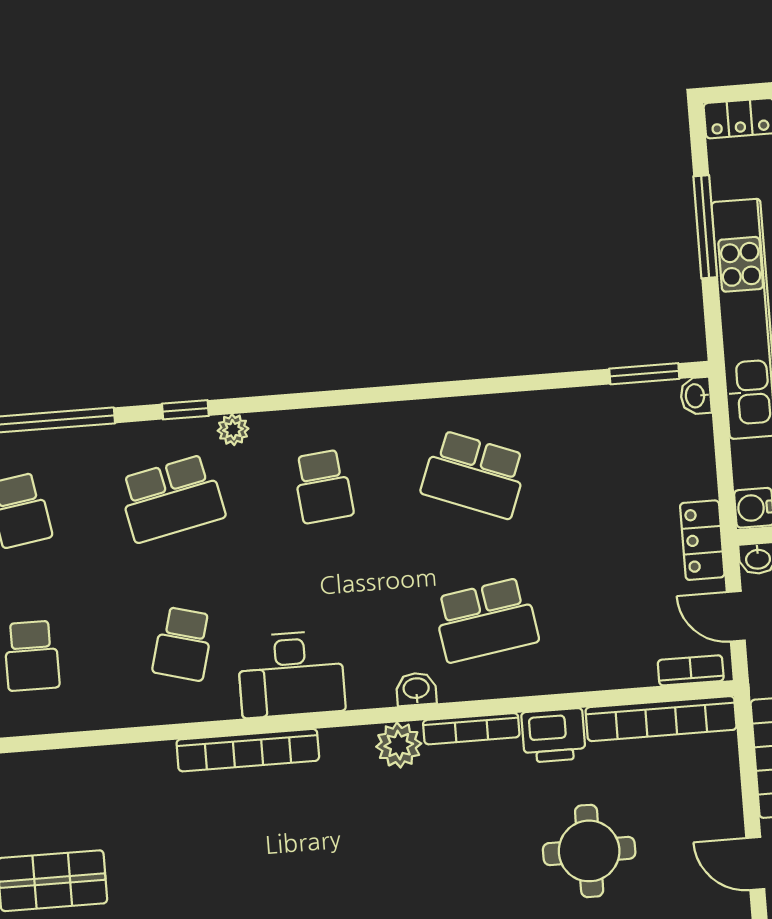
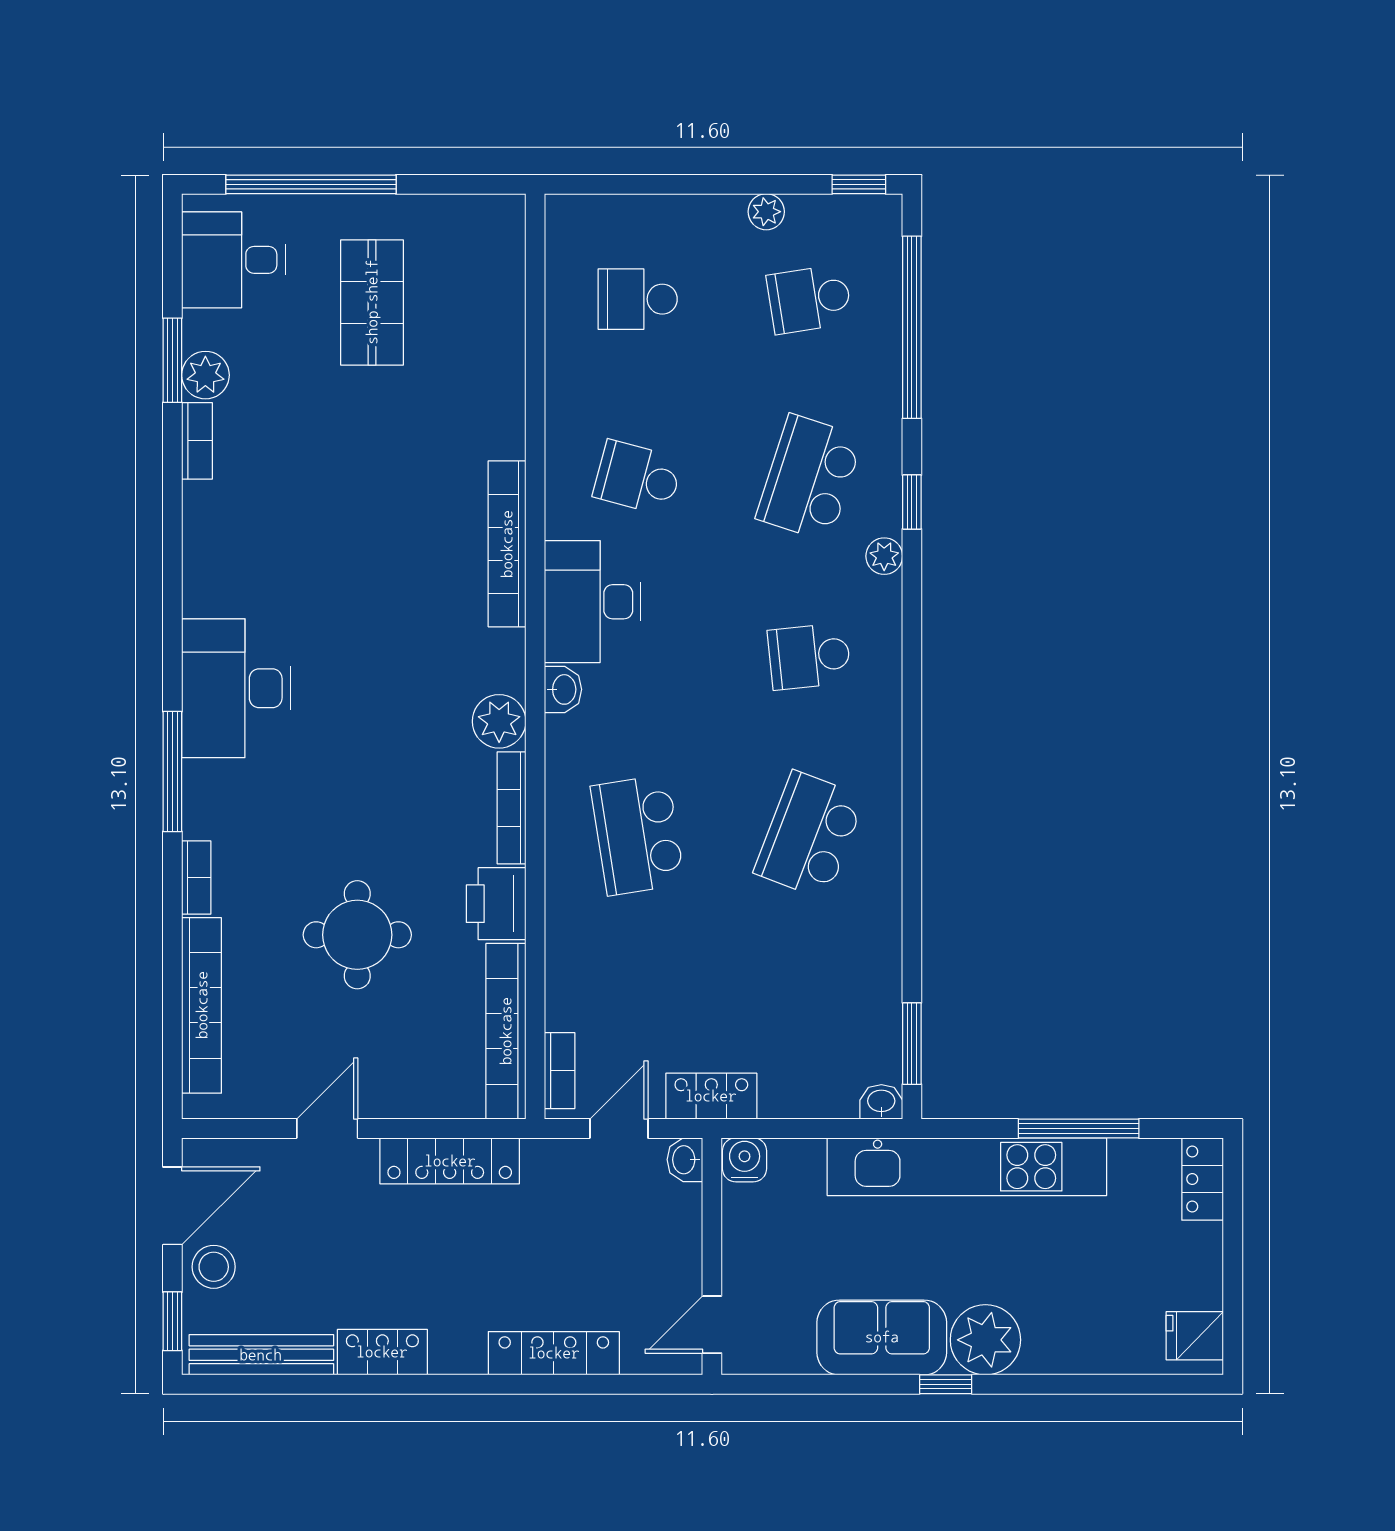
school desk: (172, 498) -> (809, 478), turned 30
washbasin: (416, 689) -> (563, 689), moved

